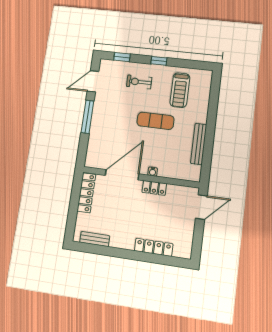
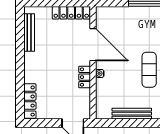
bench: (95, 239) -> (29, 32), width x1.36
locker: (154, 247) -> (30, 101), moved

